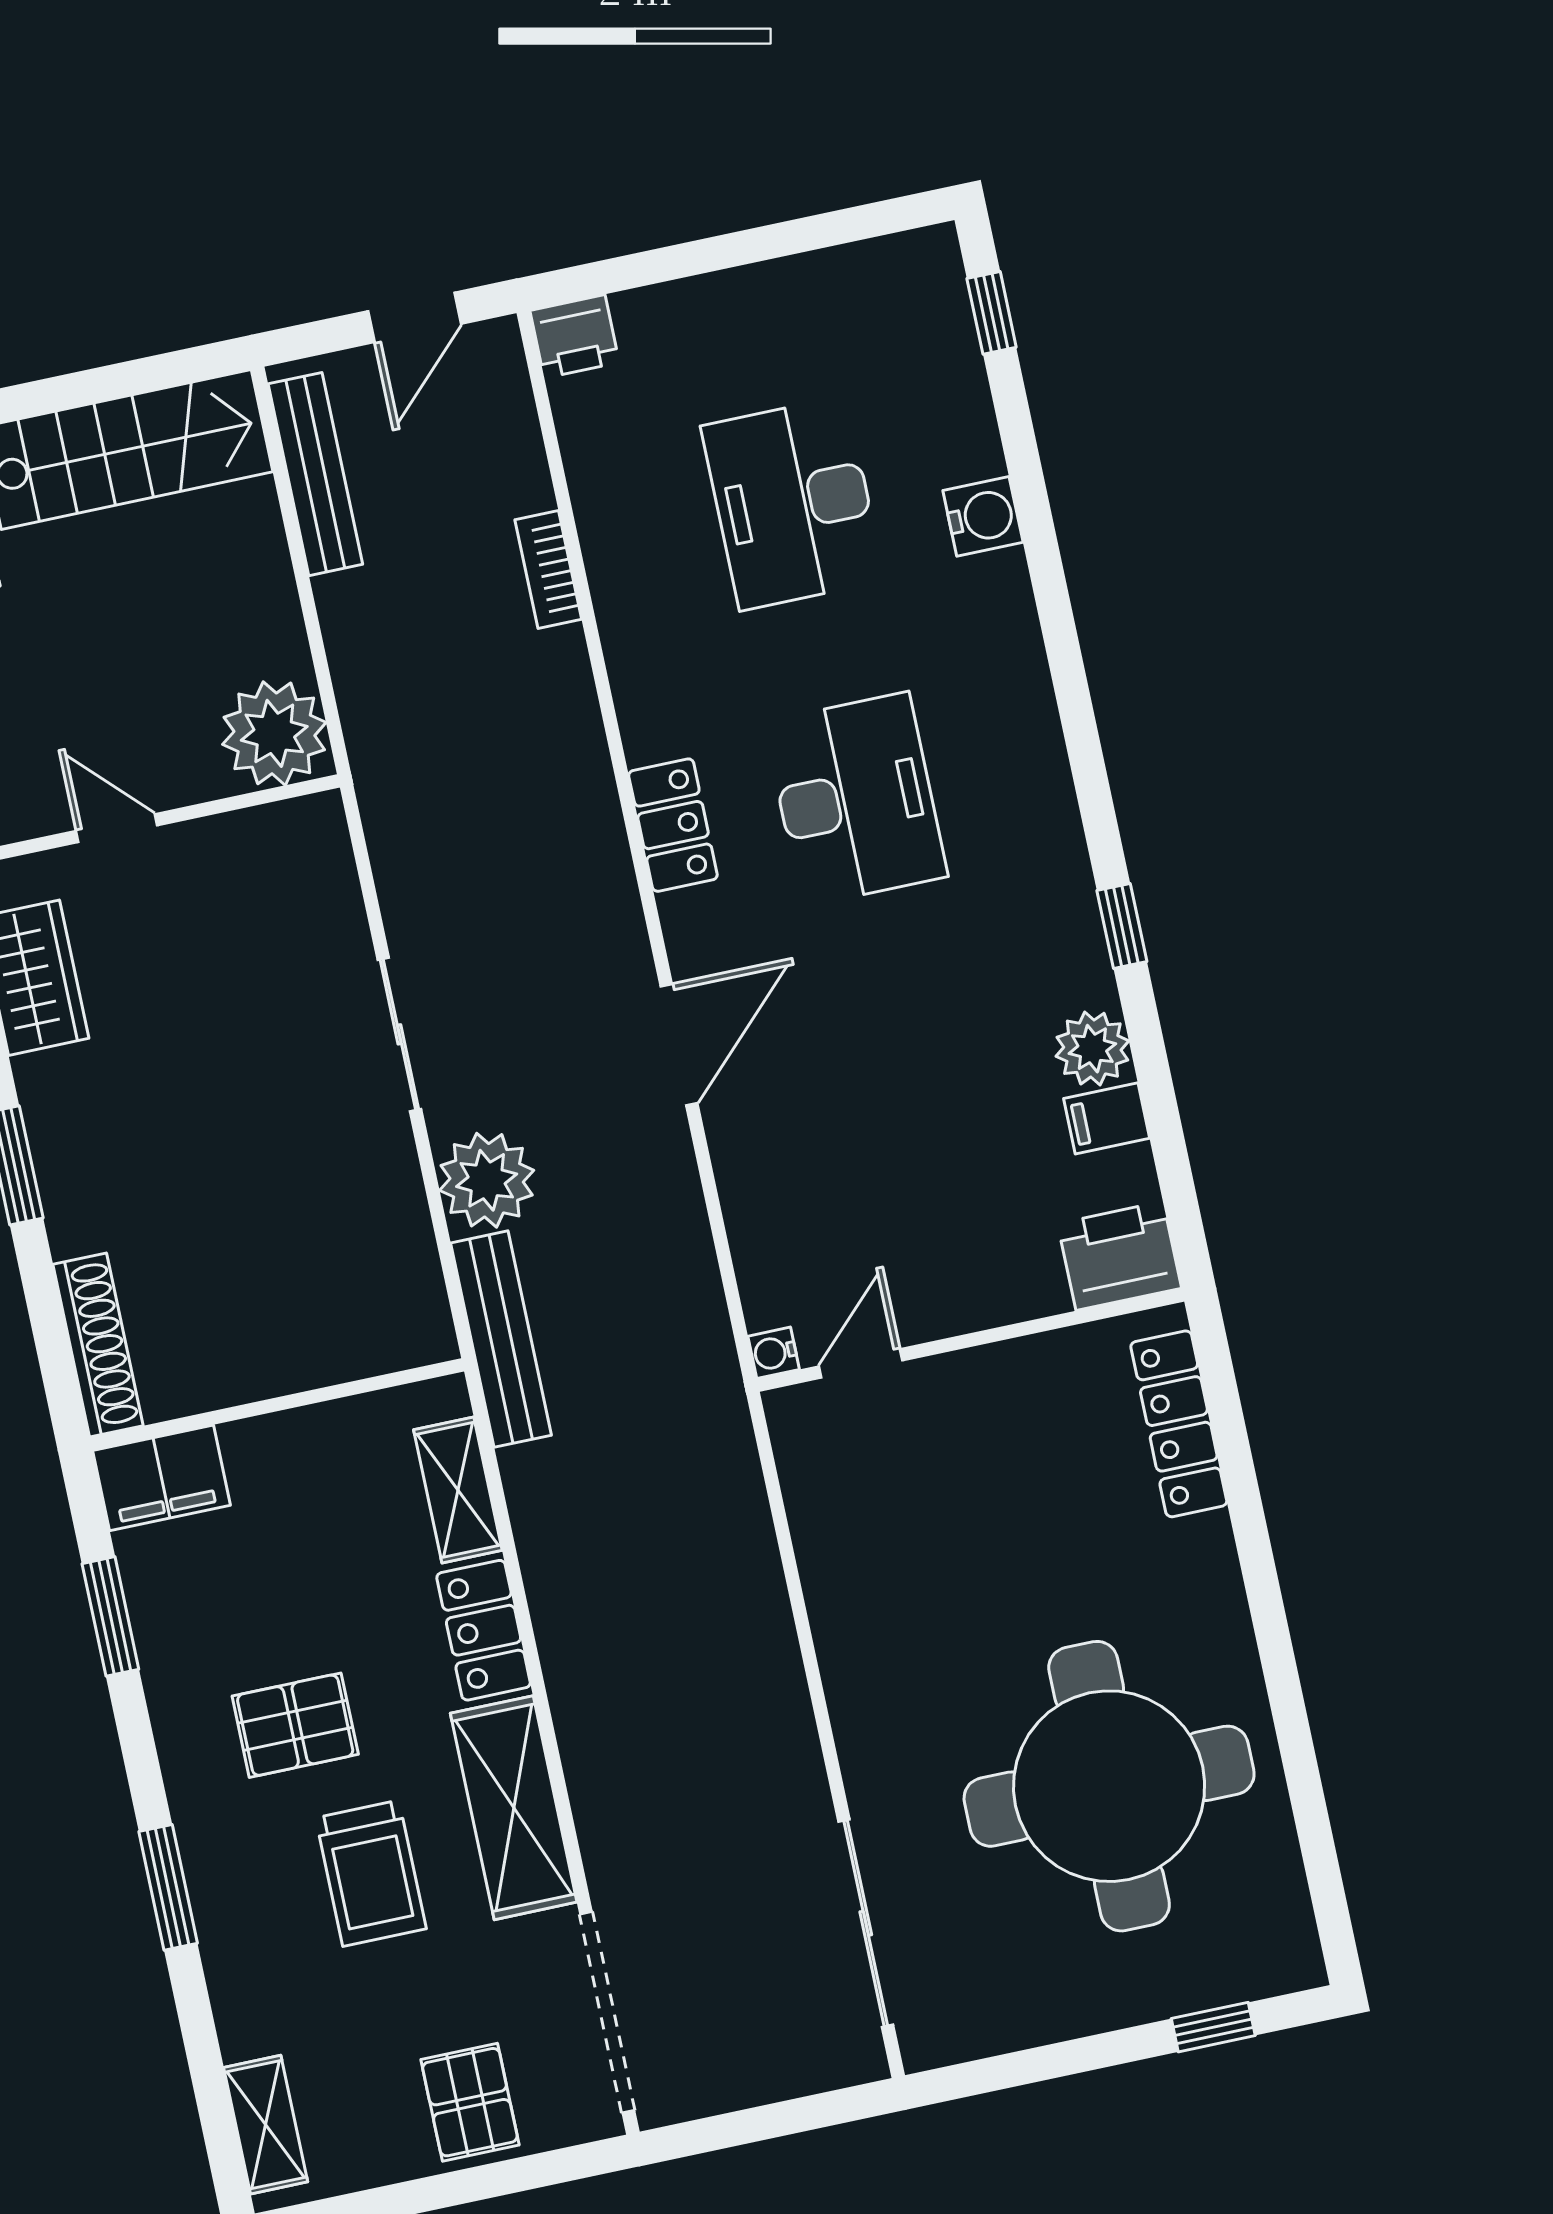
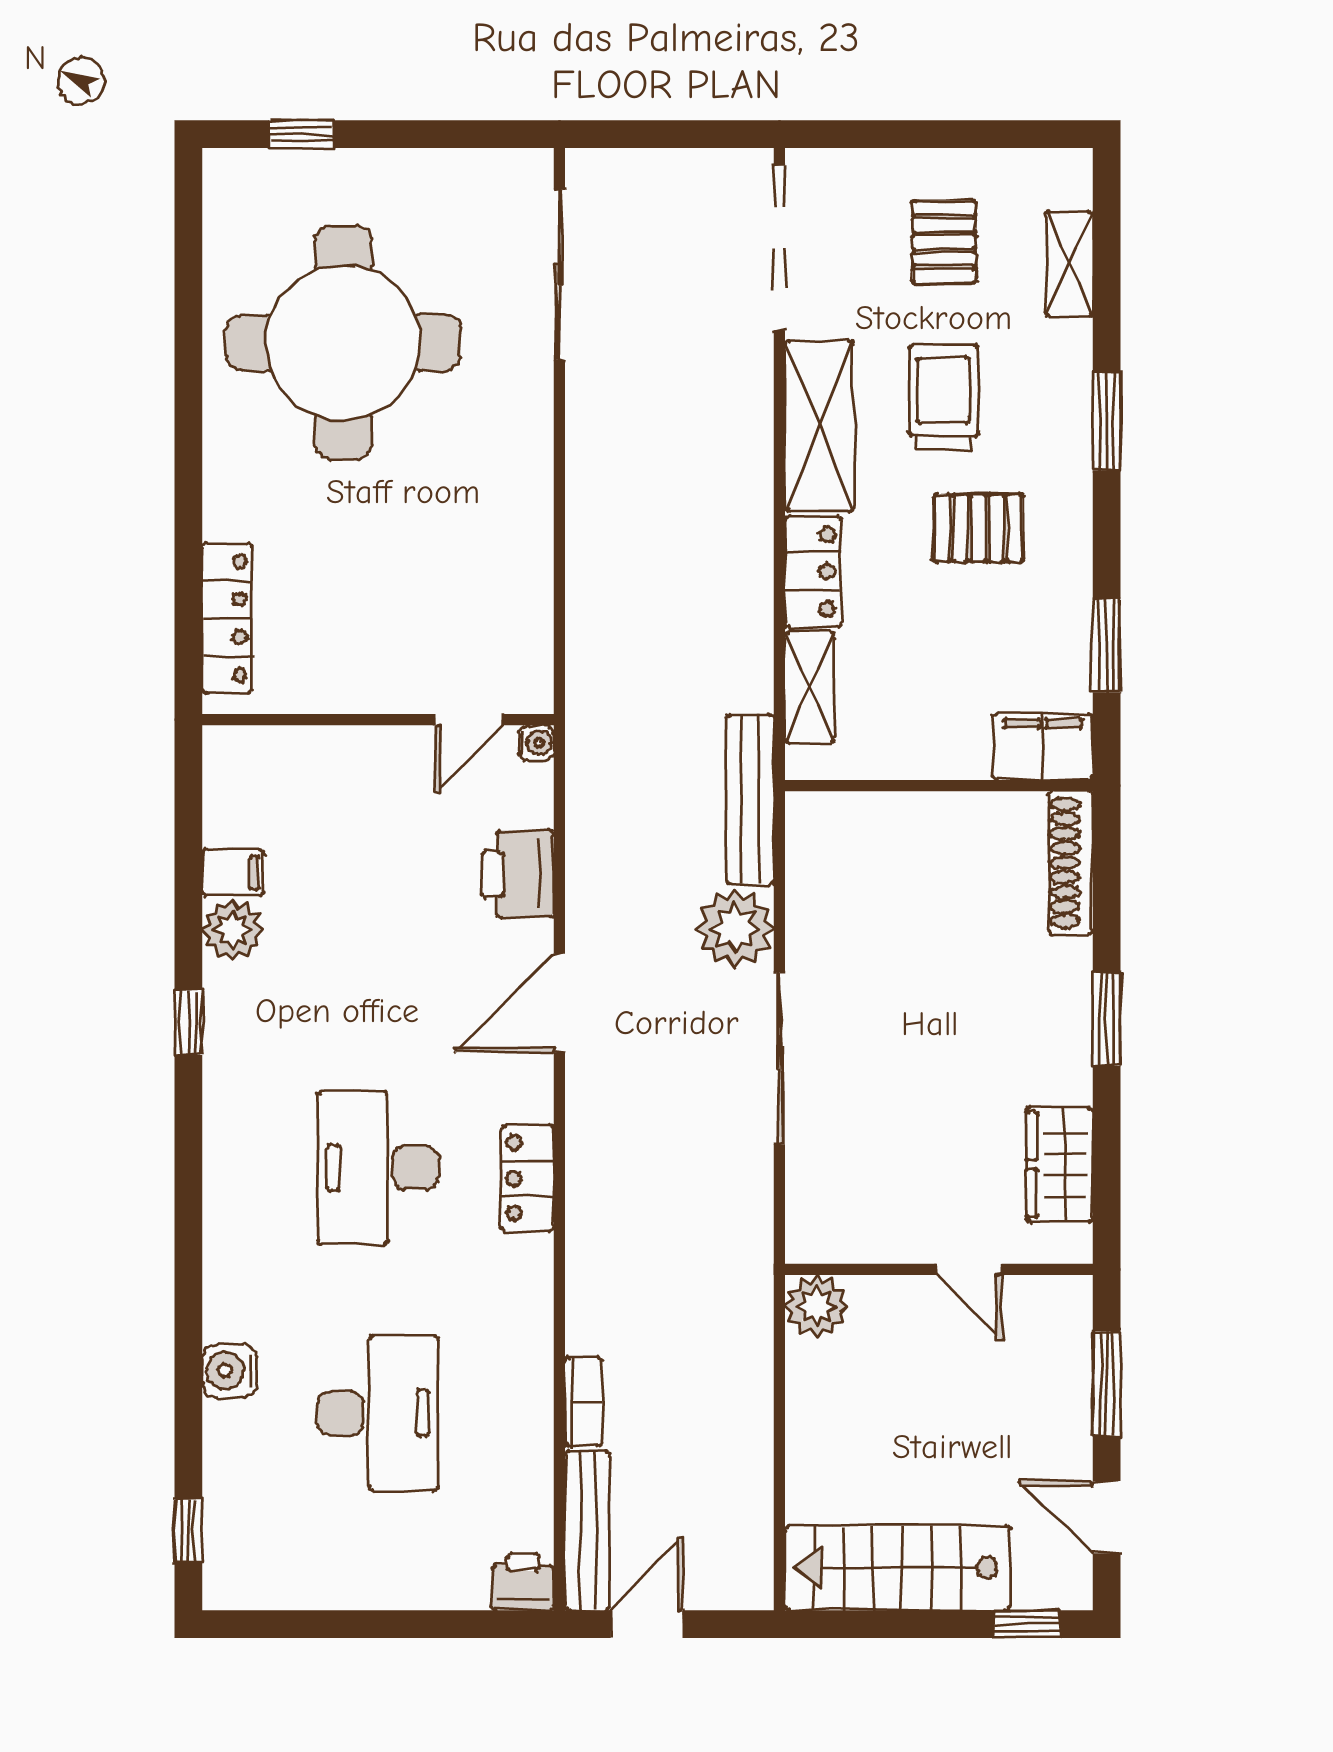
bench: (315, 474) -> (587, 1531), moved
plant: (274, 733) -> (816, 1307), width x0.73, depth x0.73
sliding door: (399, 1034) -> (779, 1058), width x1.37
printer: (1120, 1256) -> (518, 874), moved, turned 90
pallet: (470, 2102) -> (944, 242), moved
shelving: (266, 2125) -> (1069, 264), moved

